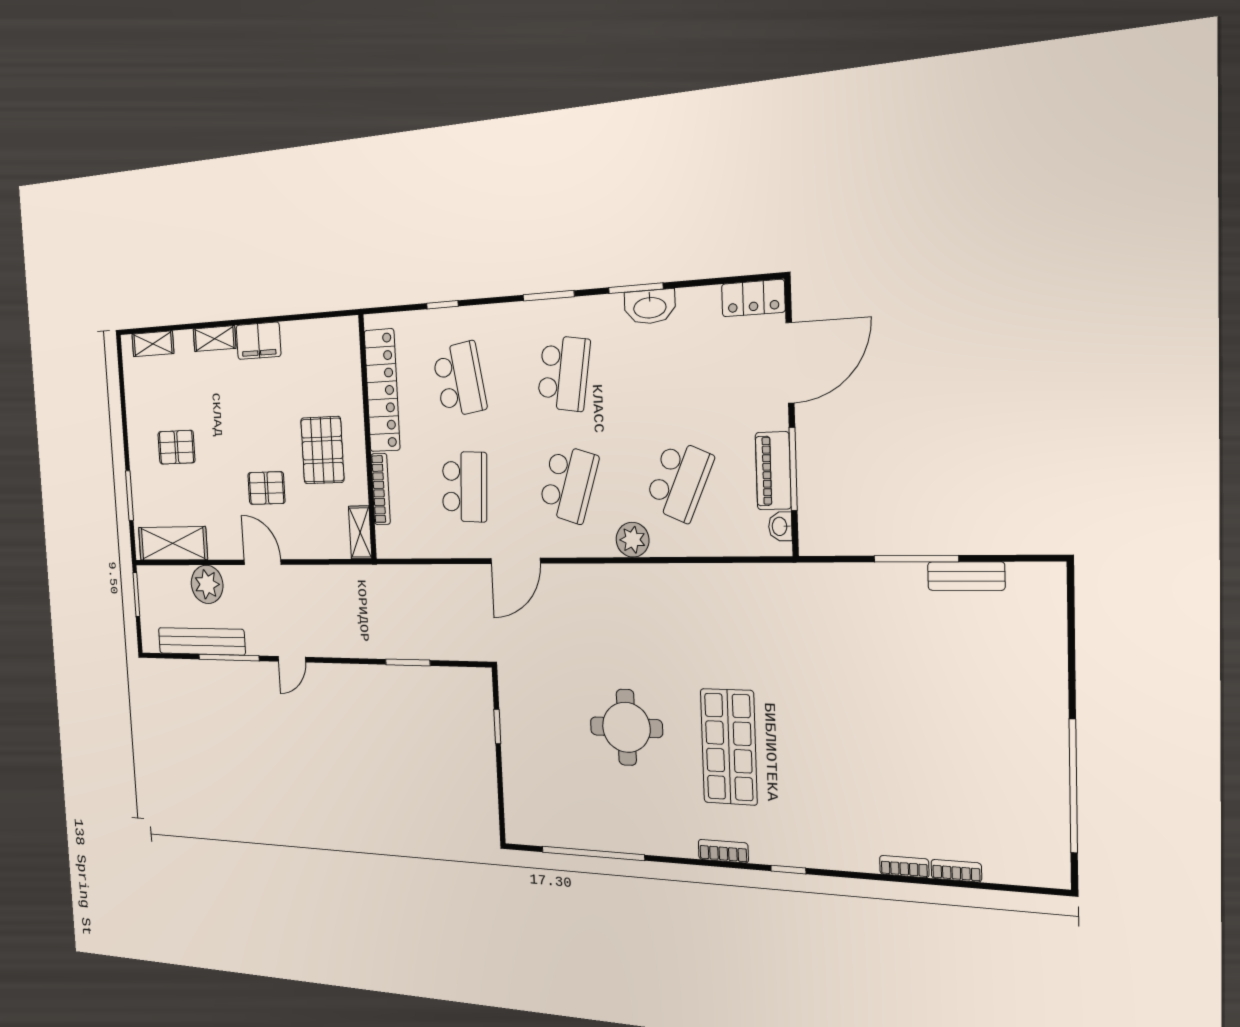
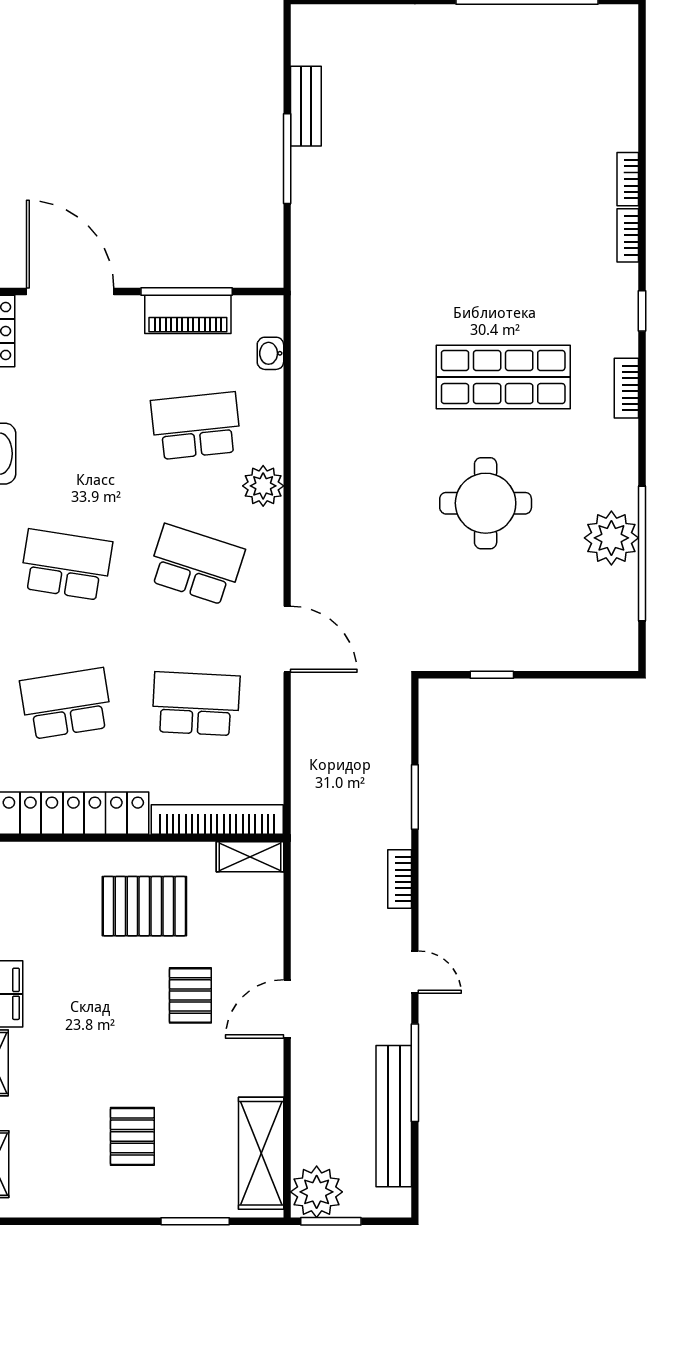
school desk: (679, 481) -> (196, 426), turned -30
bookcase: (381, 489) -> (217, 819), width x1.48, depth x1.31
washbasin: (780, 526) -> (270, 353), moved, turned 90
plant: (207, 584) -> (317, 1192), moved
bookcase: (352, 649) -> (400, 879), added
plant: (604, 829) -> (611, 538), added
bookcase: (956, 871) -> (628, 235), moved

